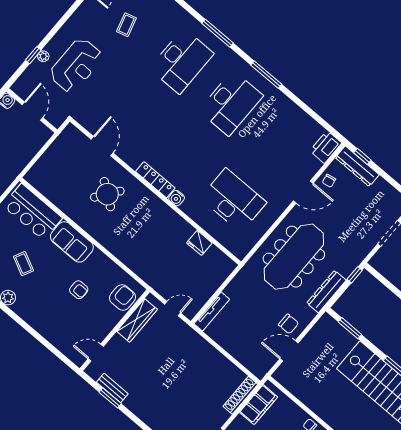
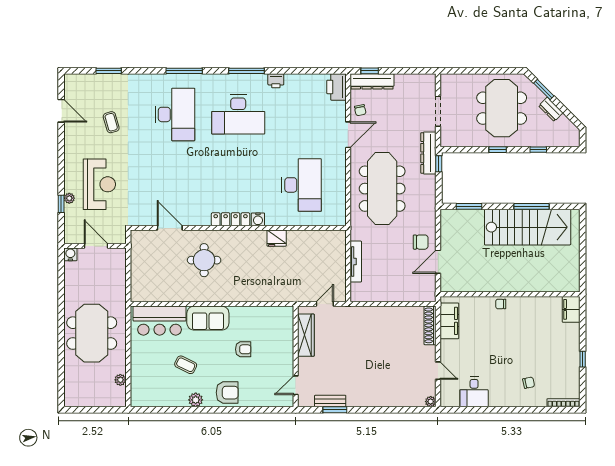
printer: (283, 102) -> (276, 81), added
desk: (231, 103) -> (238, 114), turned 90
round table: (107, 194) -> (204, 260), turned -36
desk: (233, 200) -> (301, 185), turned 90
fridge: (199, 243) -> (277, 238), moved
dresser: (326, 292) -> (428, 153), moved
armchair: (122, 297) -> (227, 393), moved, turned 90
tv unit: (212, 311) -> (356, 262), moved

